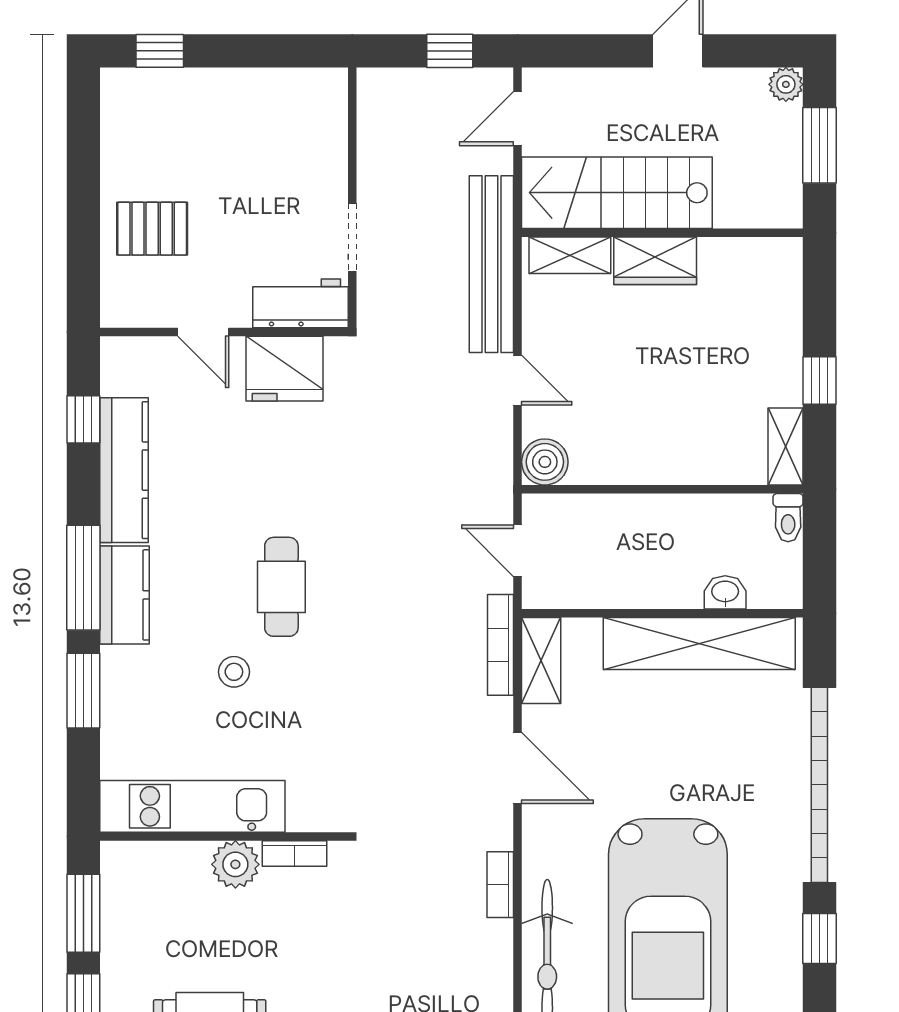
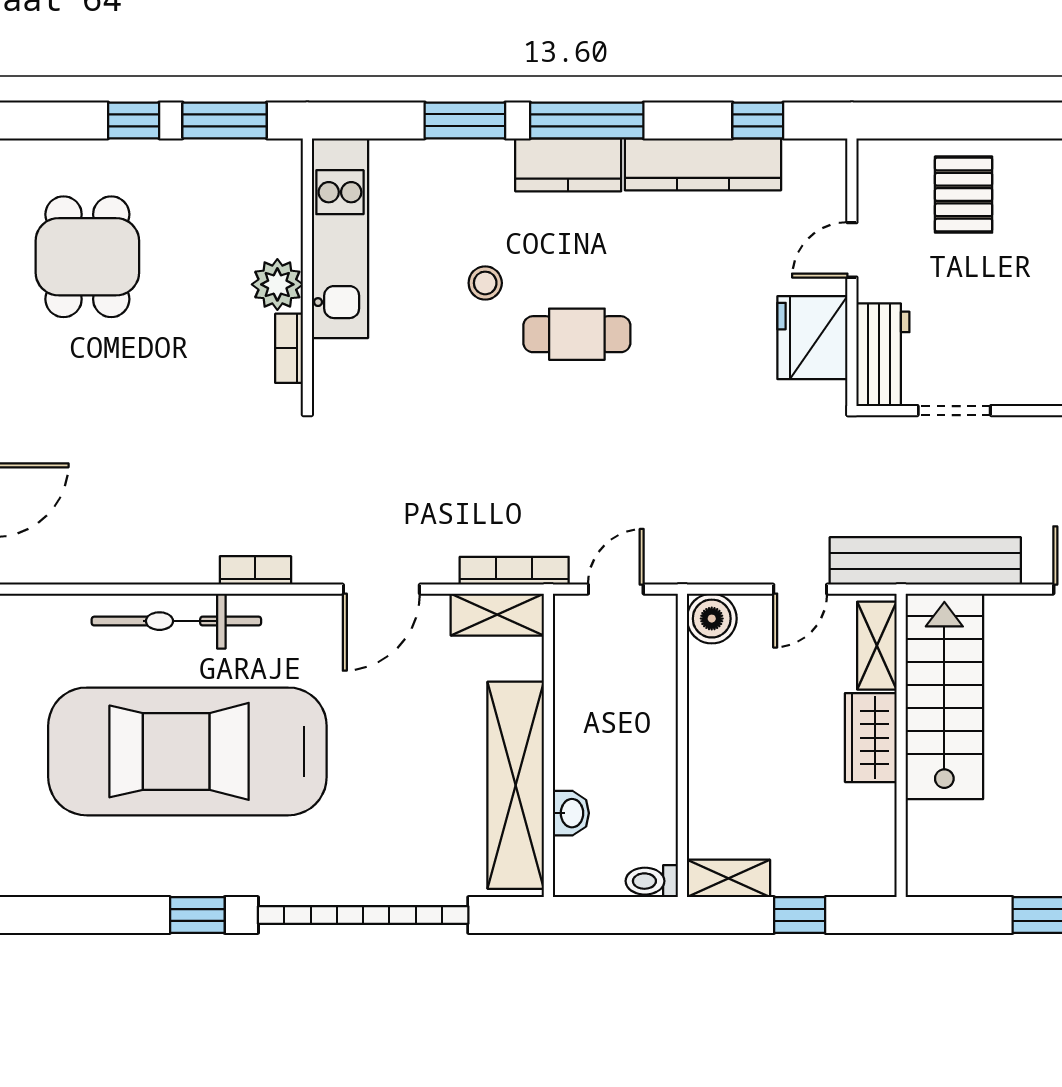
stairs: (617, 193) -> (944, 696), moved
wall: (662, 233) -> (901, 745), moved
shelving: (570, 255) -> (877, 646), moved
wardrobe: (655, 261) -> (871, 738), moved

